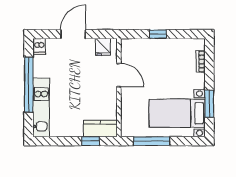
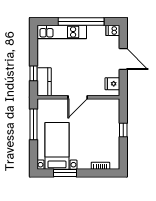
door: (119, 75) -> (78, 97), moved

